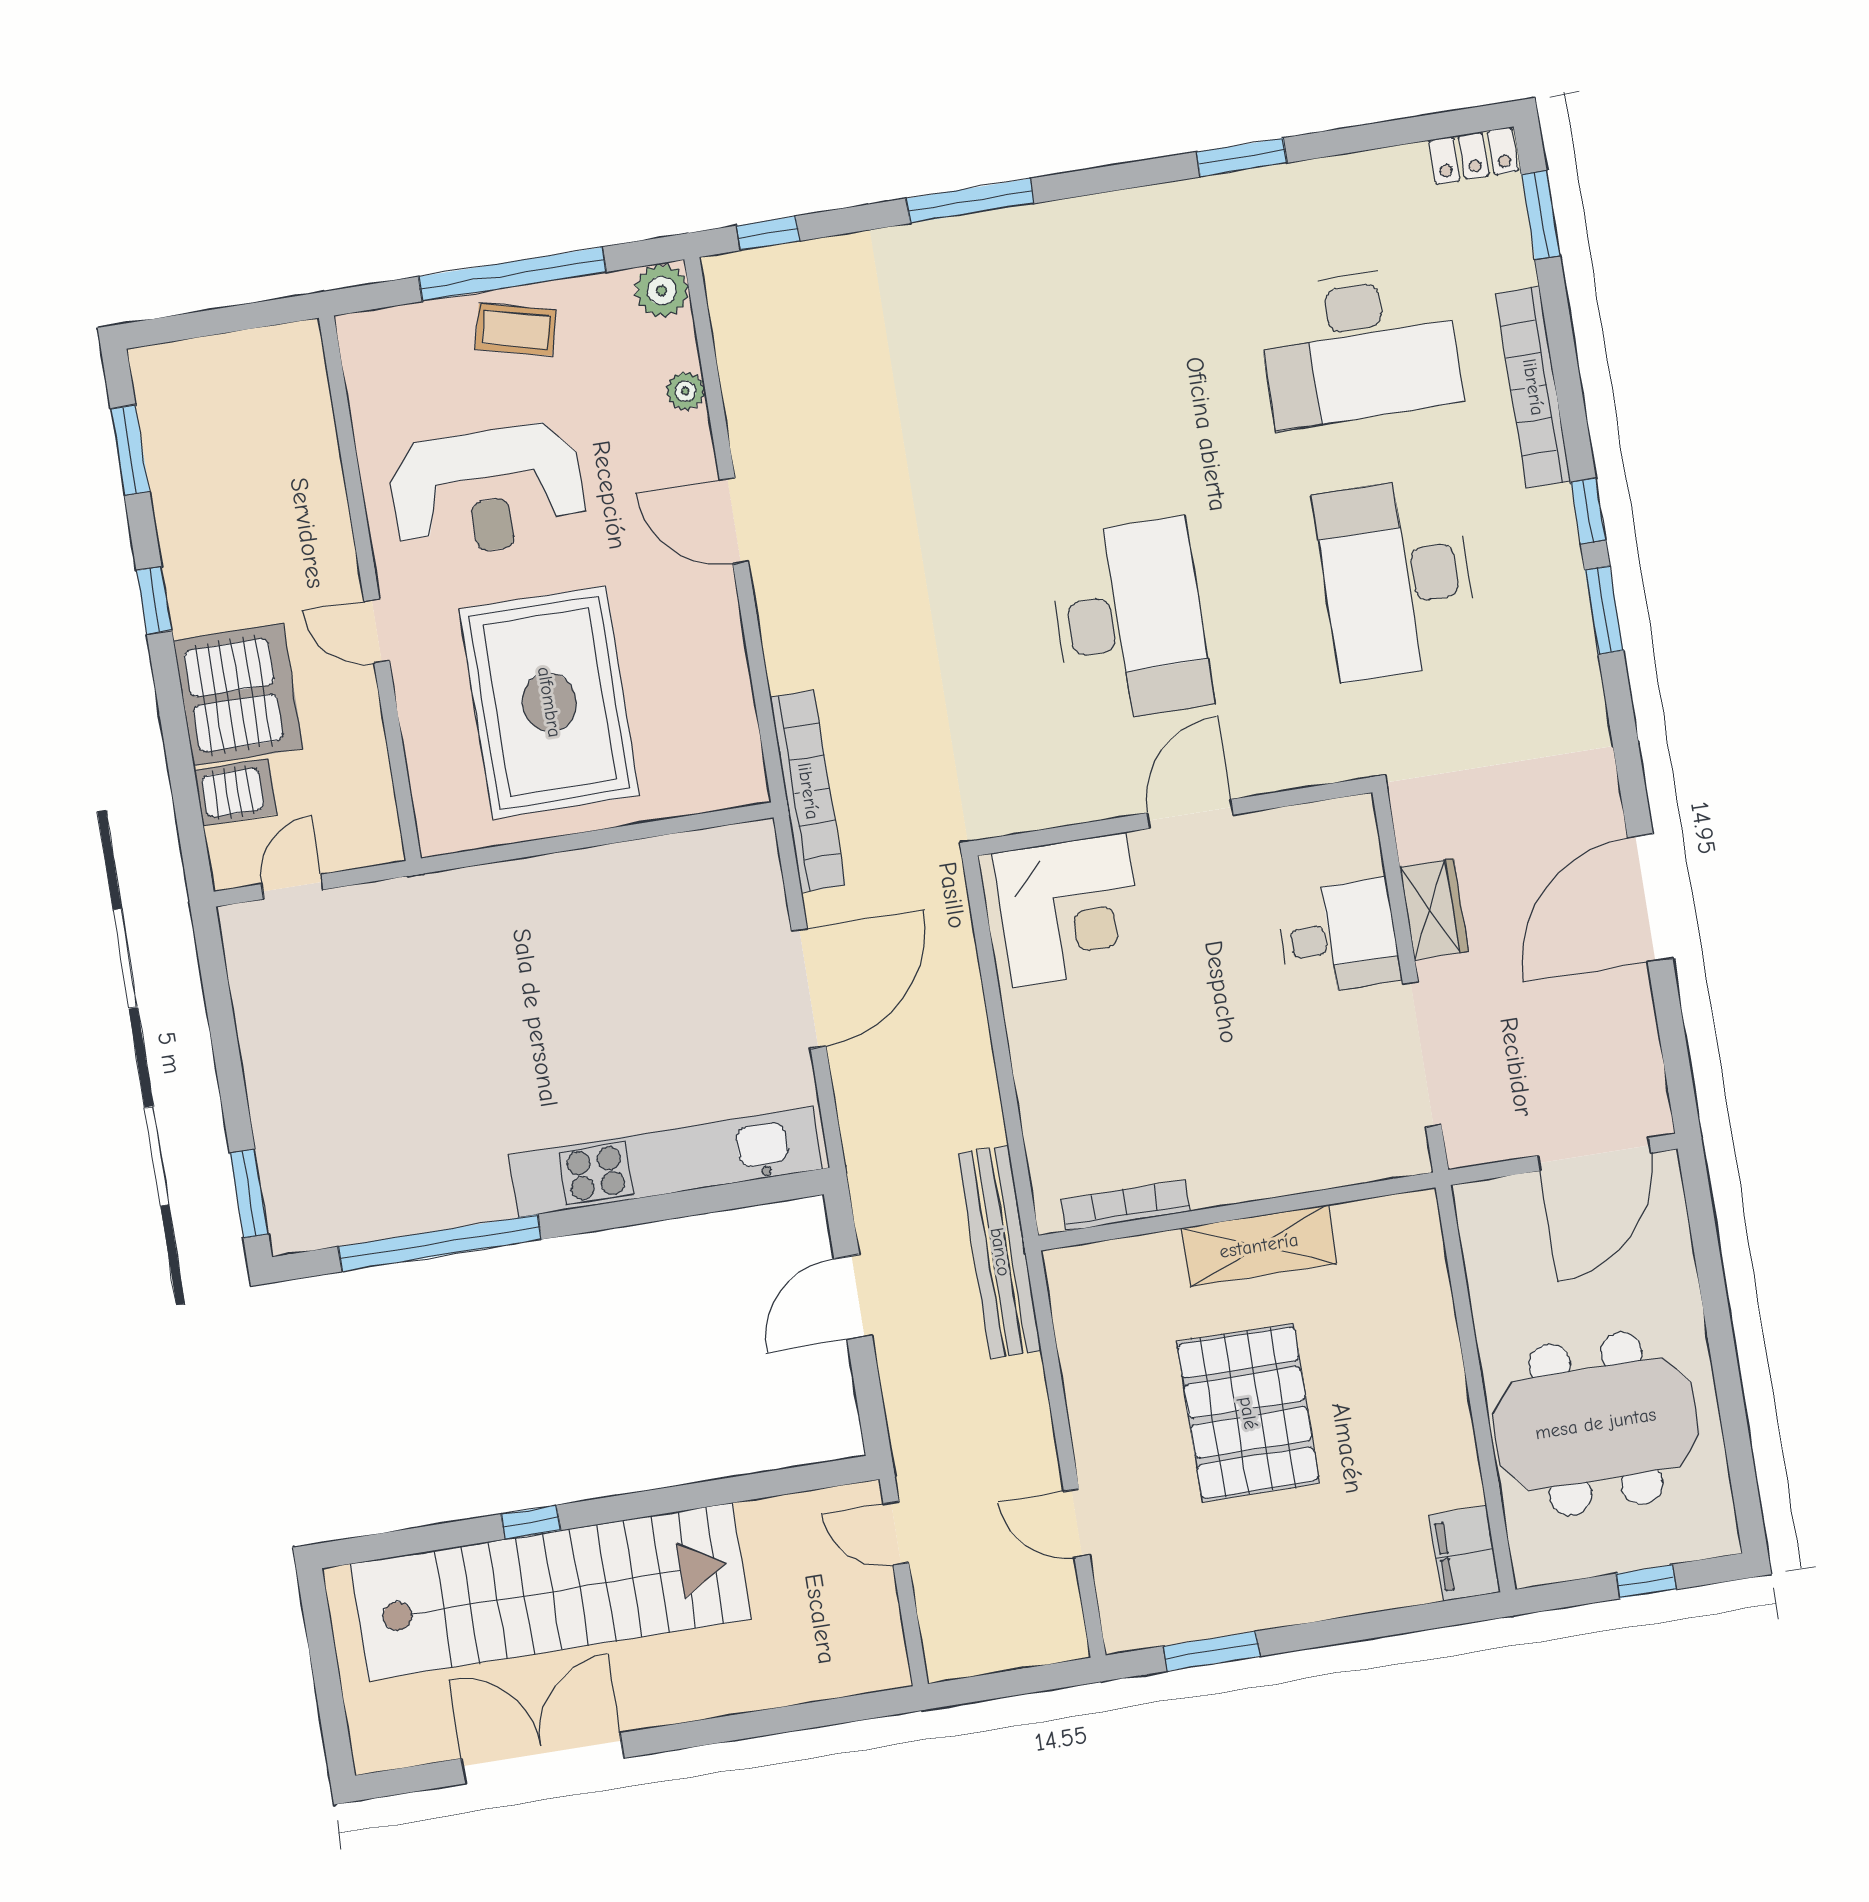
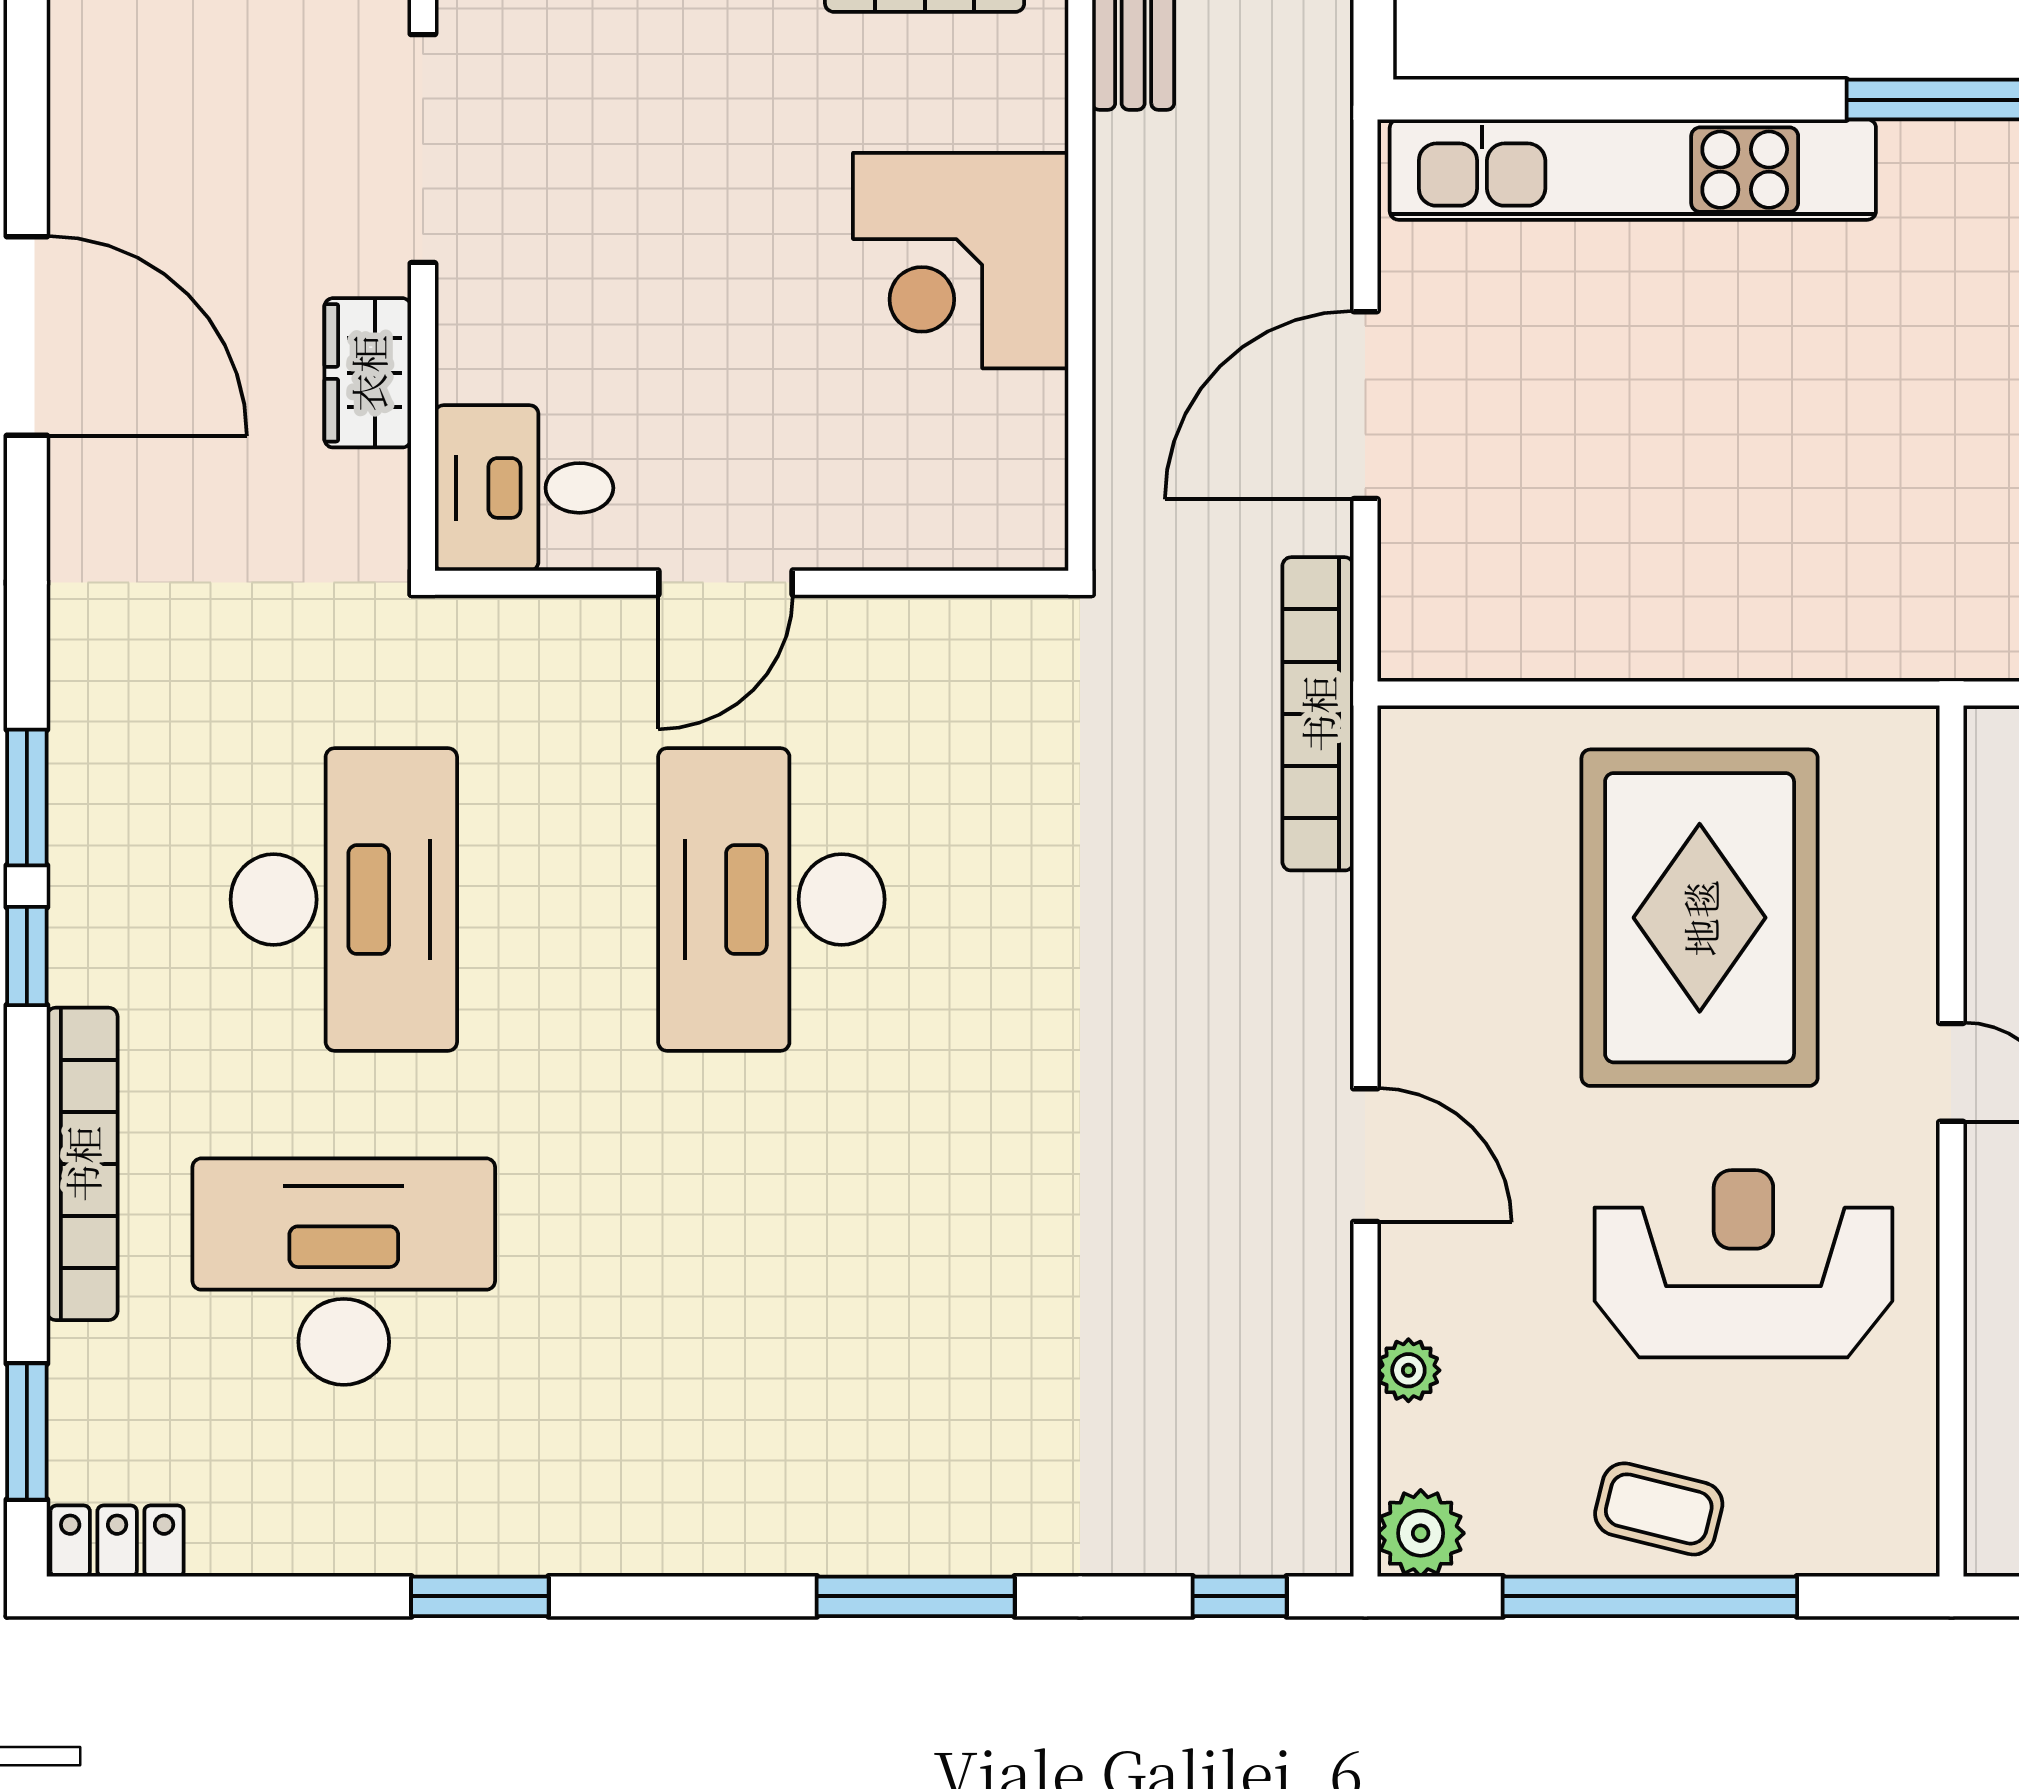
door: (1650, 898) -> (27, 336), hinge flipped
corner desk: (1069, 910) -> (961, 261), moved, turned -90
desk: (1339, 937) -> (524, 488), moved

